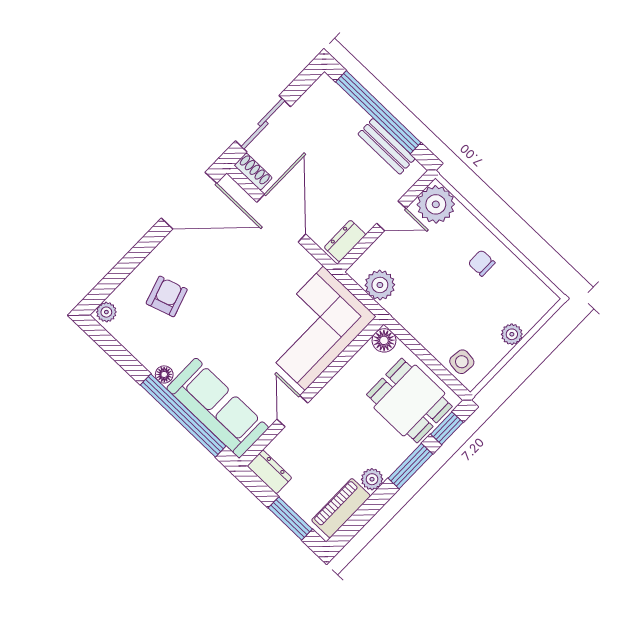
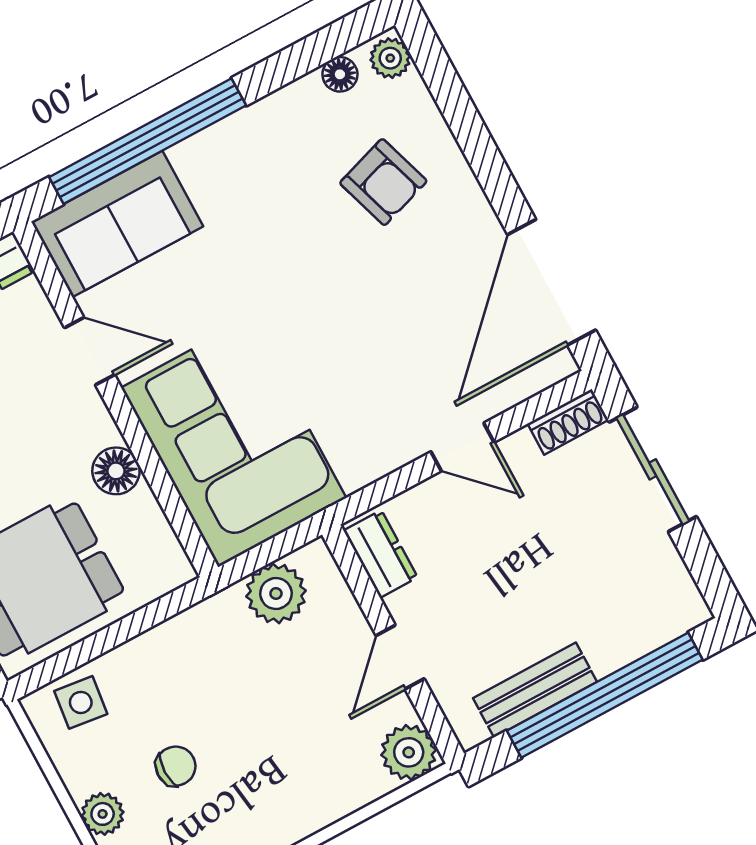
plant: (436, 204) -> (409, 752), width x0.73, depth x0.73
door: (281, 218) -> (463, 447), width x0.53
chair: (482, 263) -> (176, 766), moved
floor lamp: (384, 340) -> (116, 471), moved
floor lamp: (164, 374) -> (340, 74), moved
sofa: (218, 408) -> (117, 224), width x0.73

